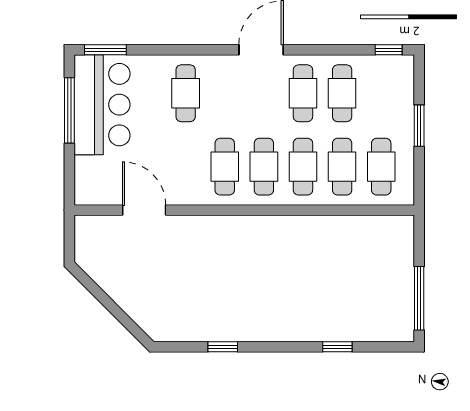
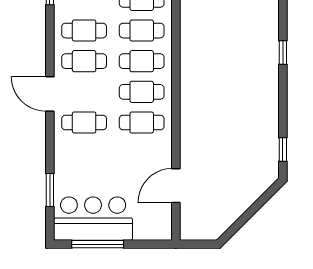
window: (105, 50) -> (50, 190), moved
cafe table: (186, 93) -> (84, 123), moved
window: (223, 347) -> (283, 149), moved
window: (337, 347) -> (283, 52), moved

